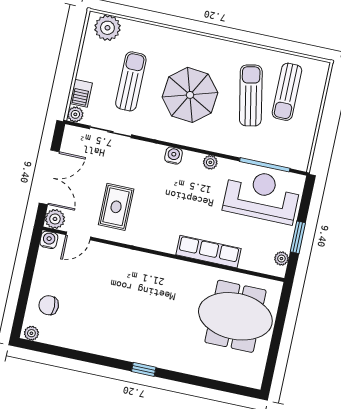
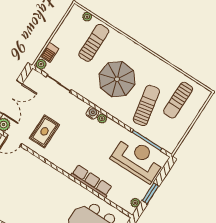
plant: (107, 28) -> (87, 17), width x0.53, depth x0.53
sun lounger: (131, 81) -> (94, 43), moved
sun lounger: (251, 95) -> (146, 106), moved
plant: (210, 162) -> (102, 118), moved

